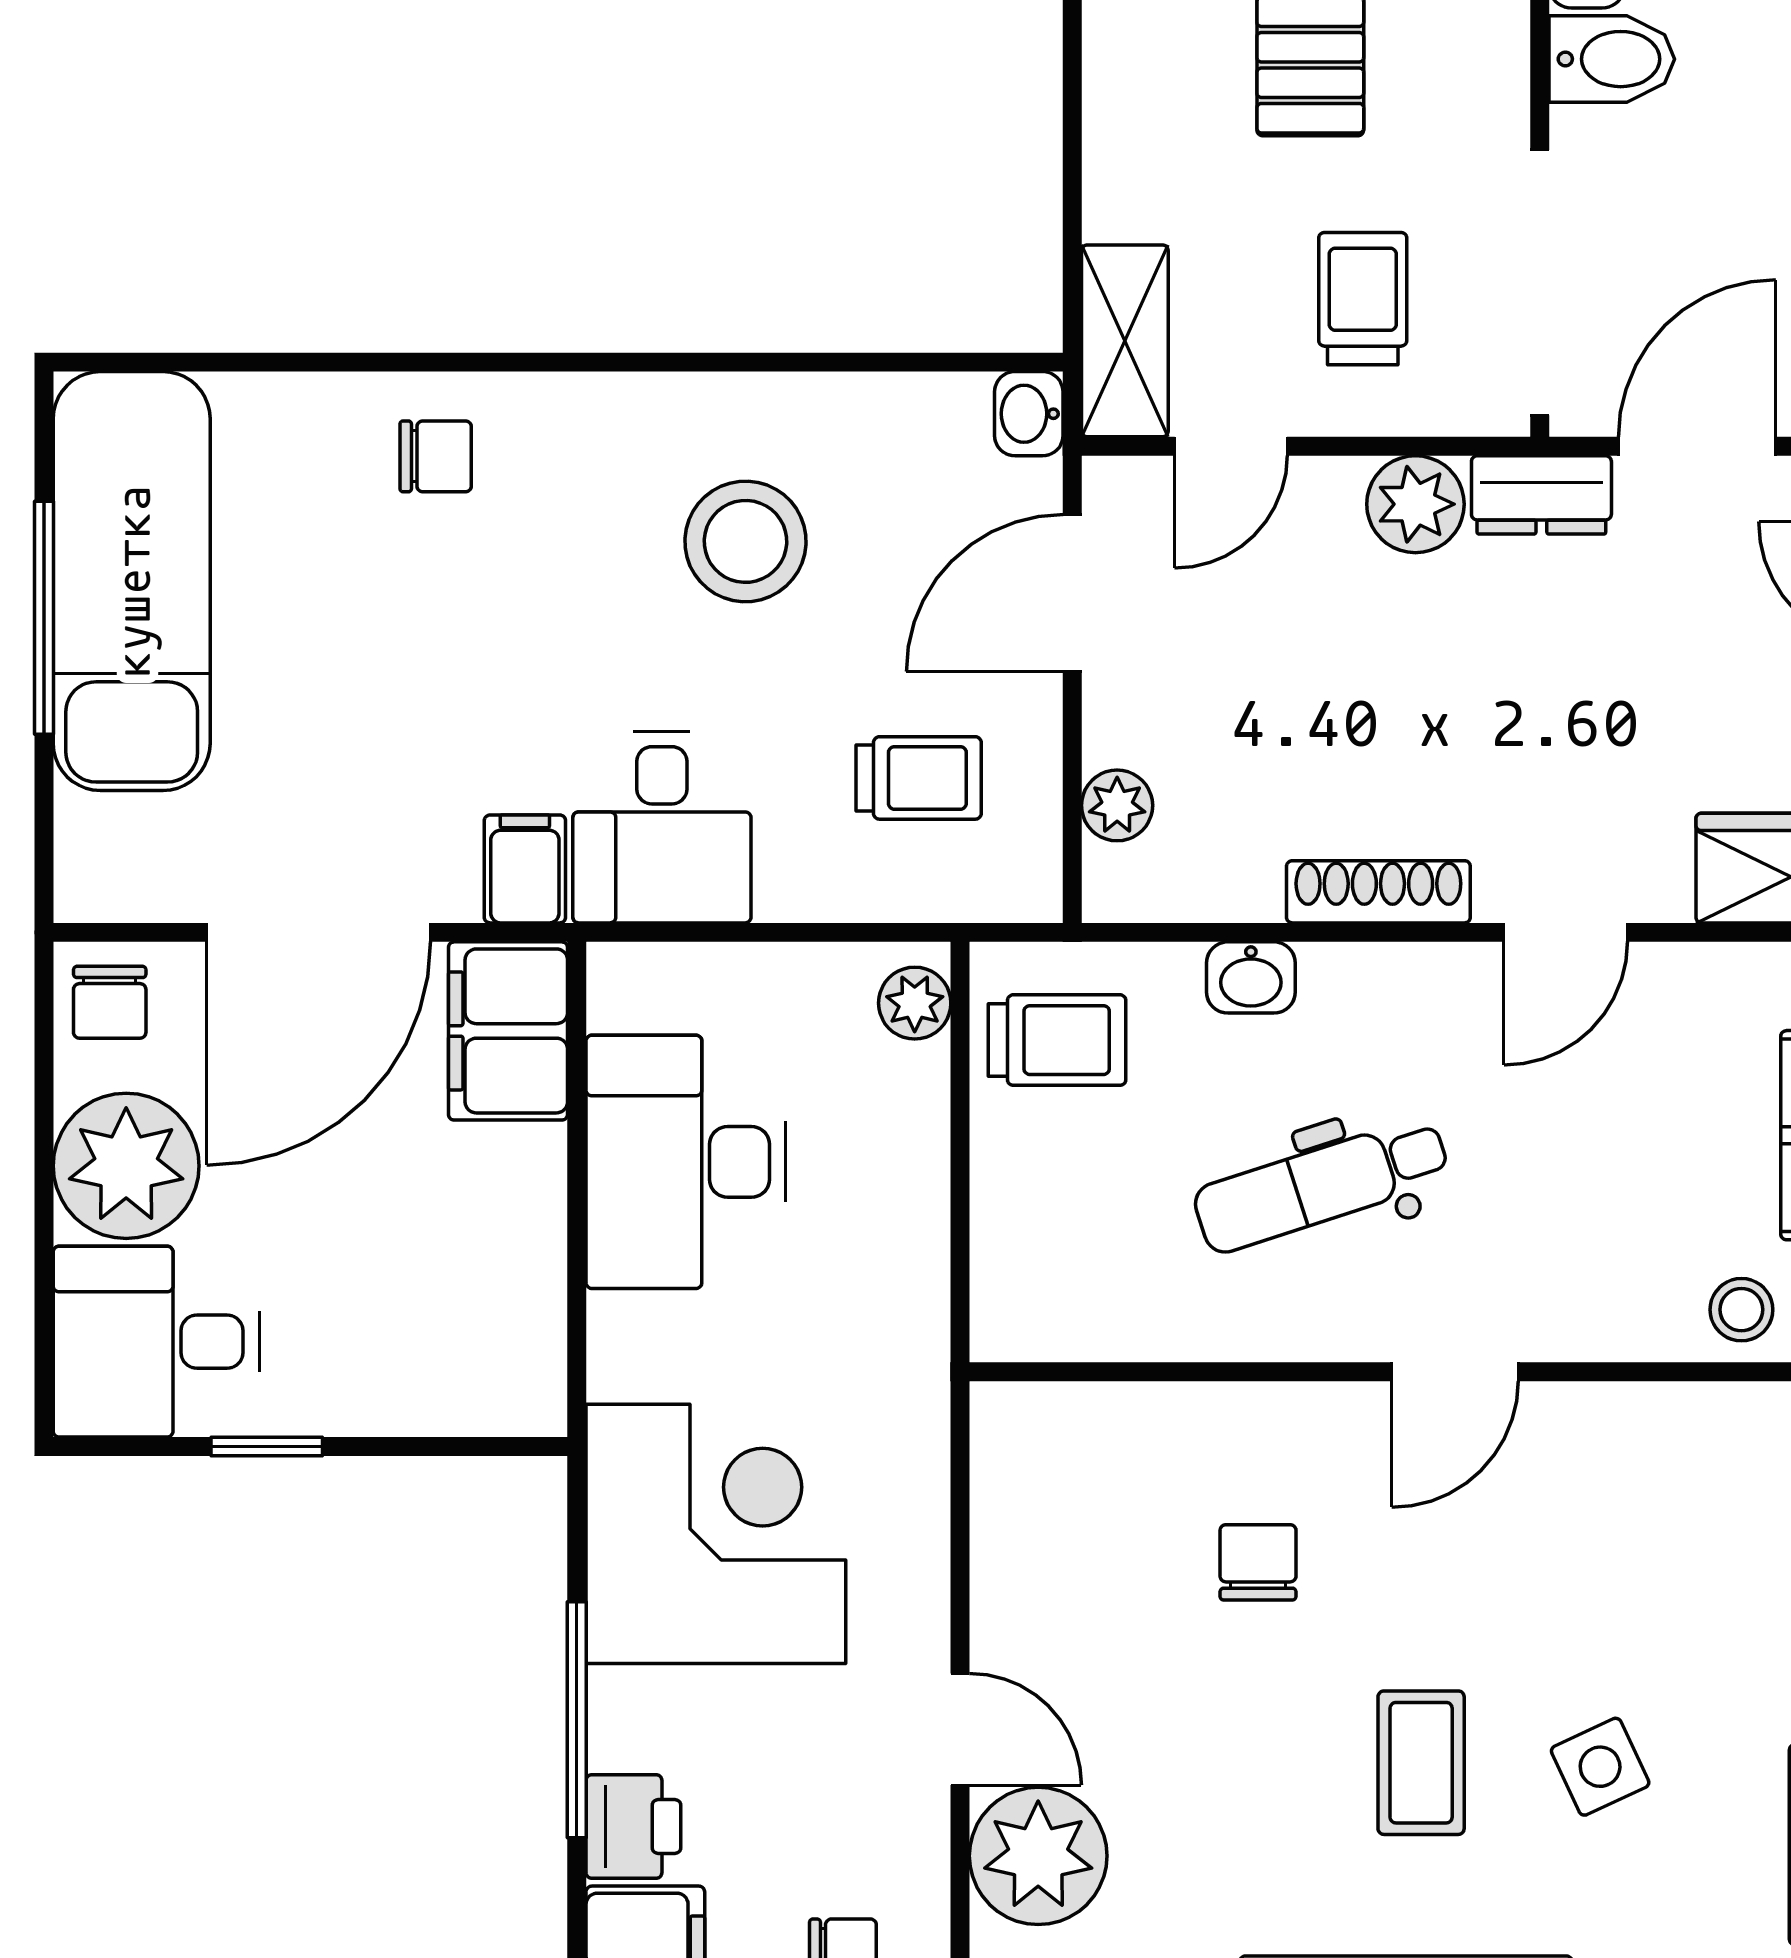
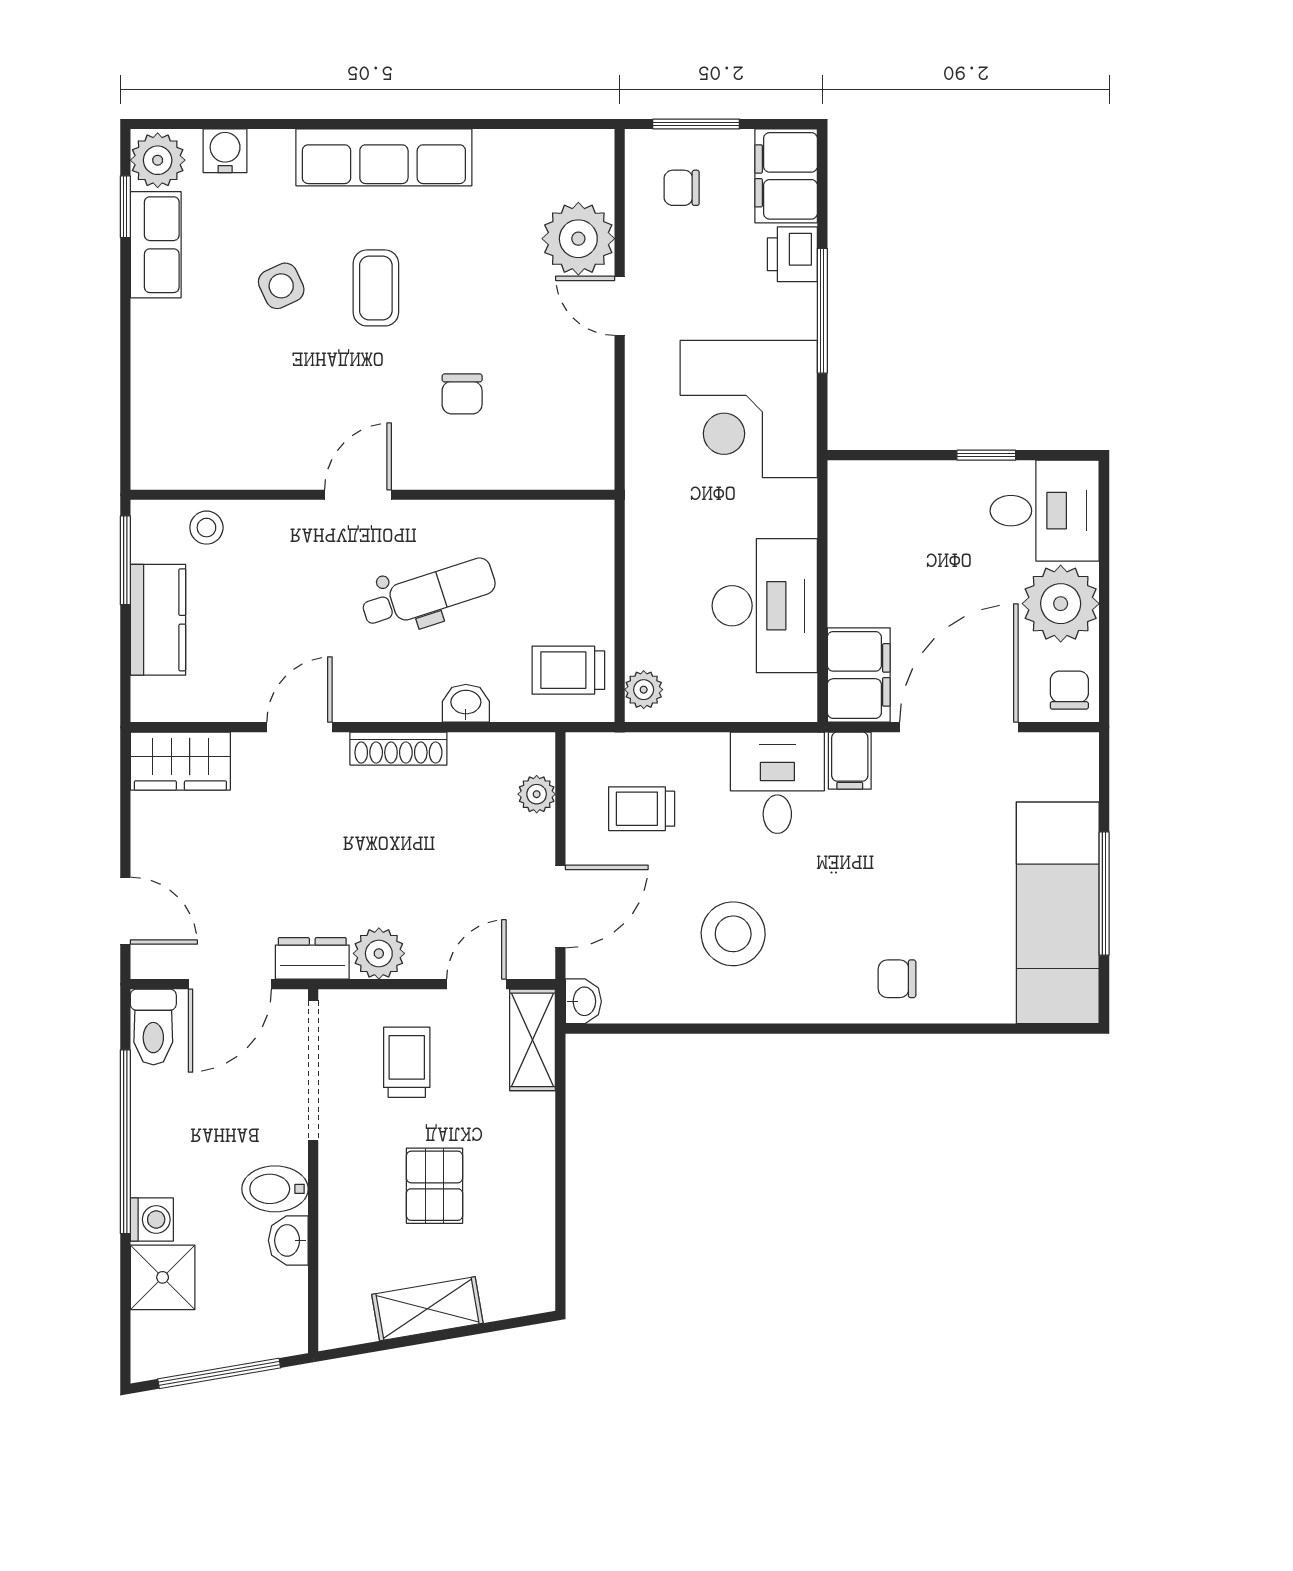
trolley: (1363, 299) -> (407, 1062), turned 180

